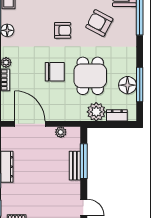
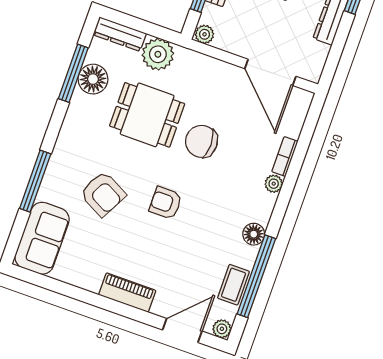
dining table: (90, 76) -> (147, 115), turned 90
dresser: (117, 115) -> (120, 34), width x1.44
plant: (61, 132) -> (204, 34), moved

